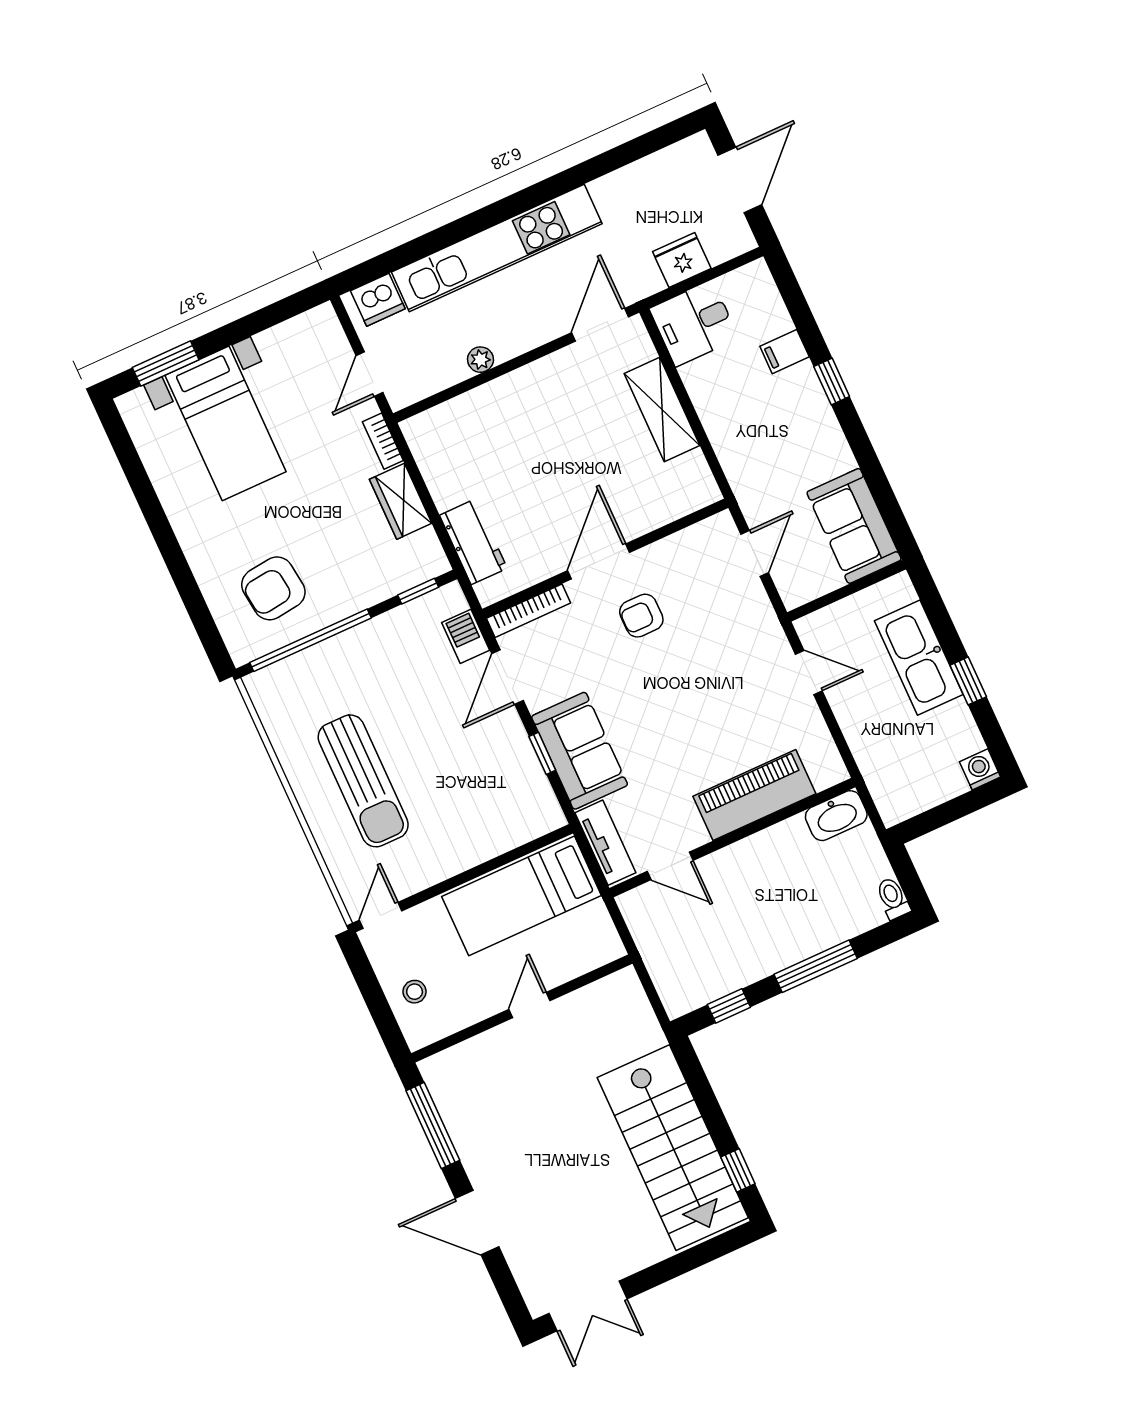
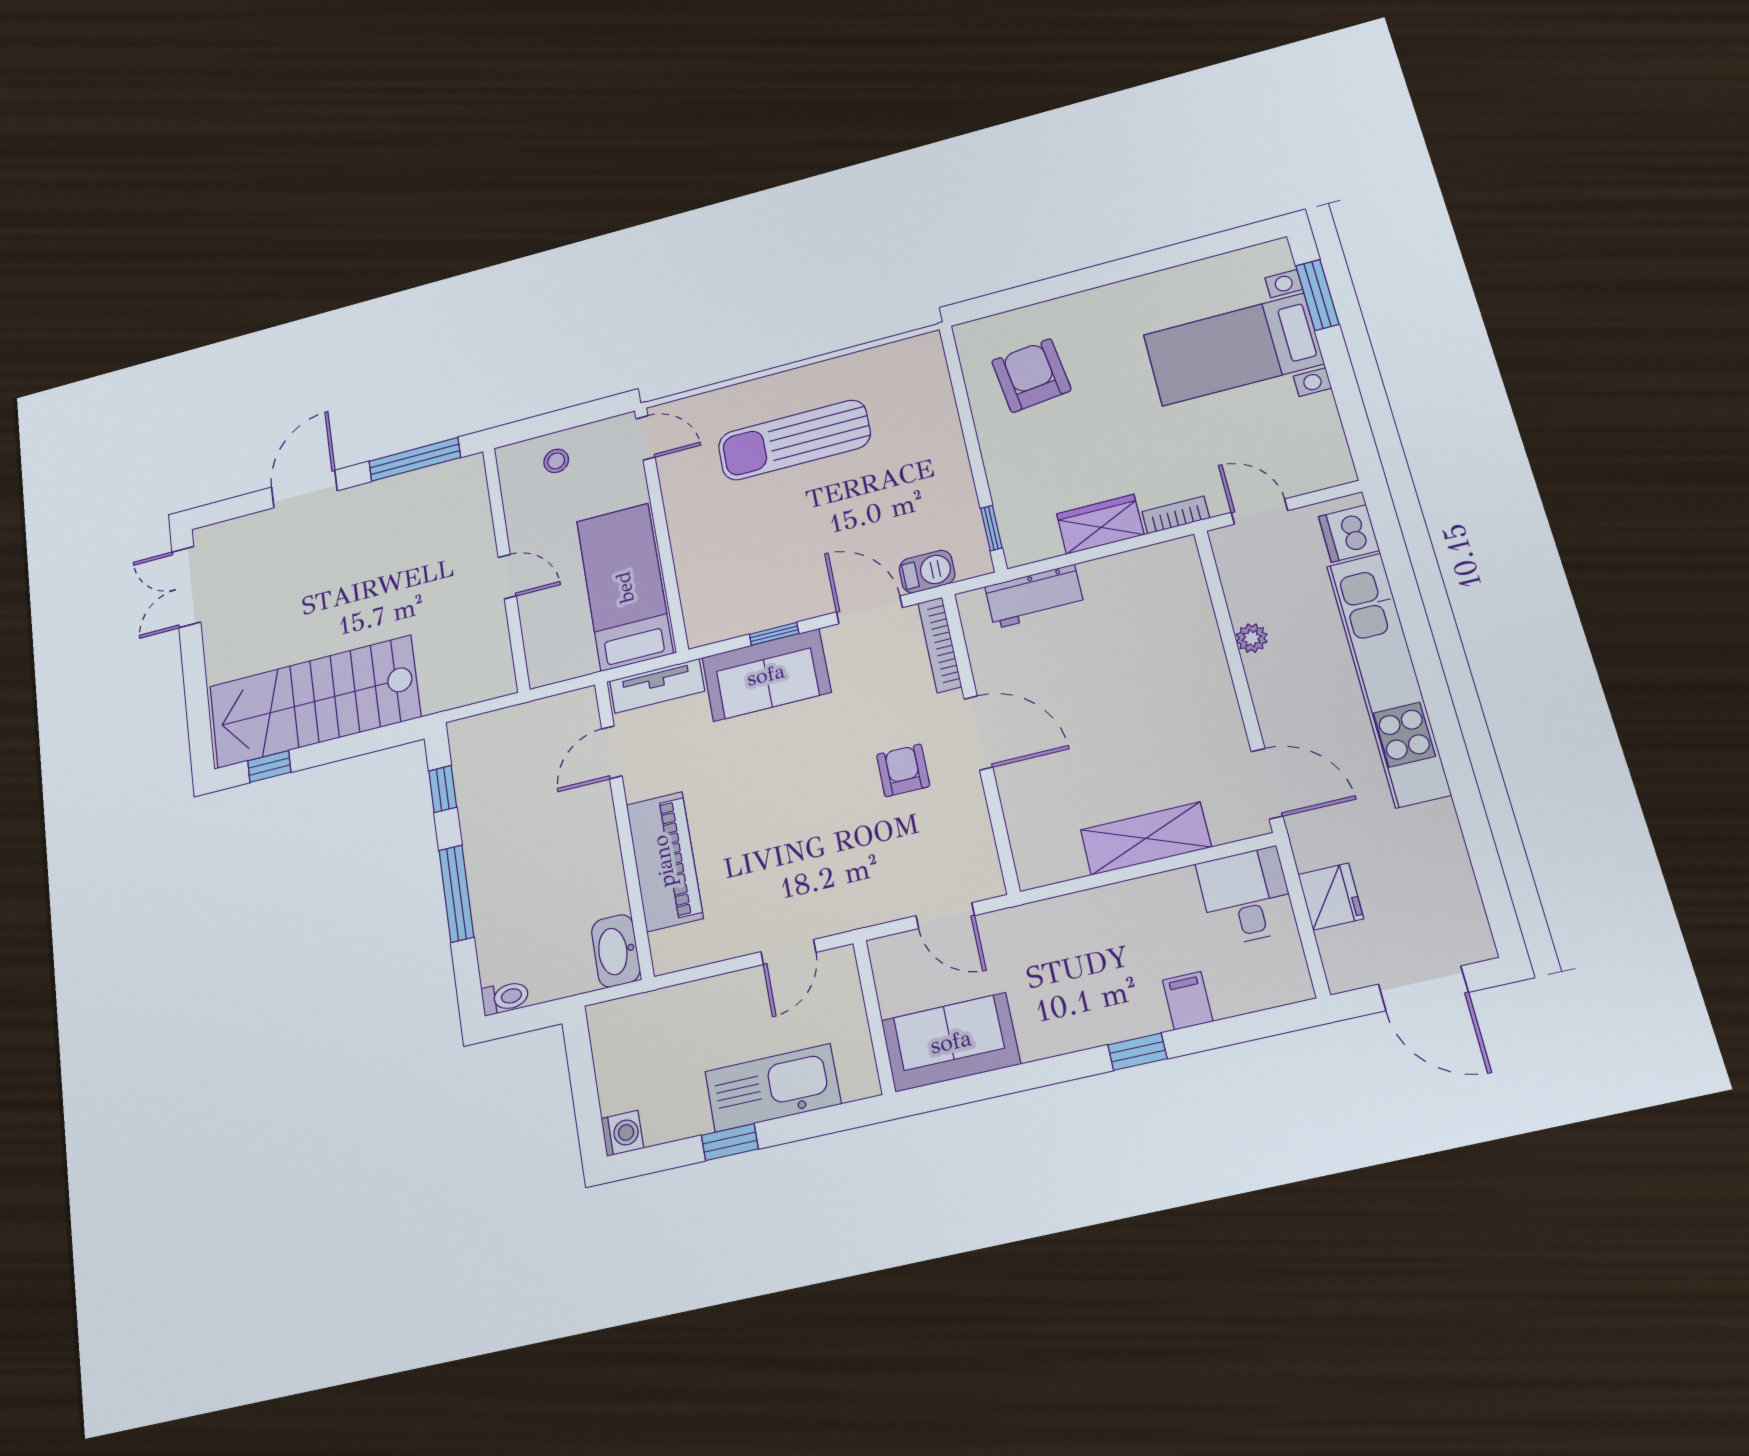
window: (310, 640) -> (963, 406), removed

